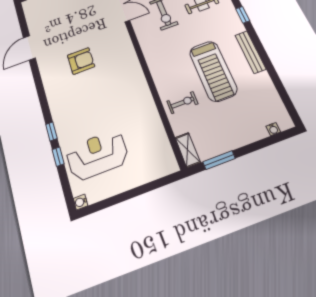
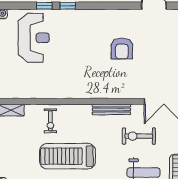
bench: (147, 47) -> (111, 109), added

